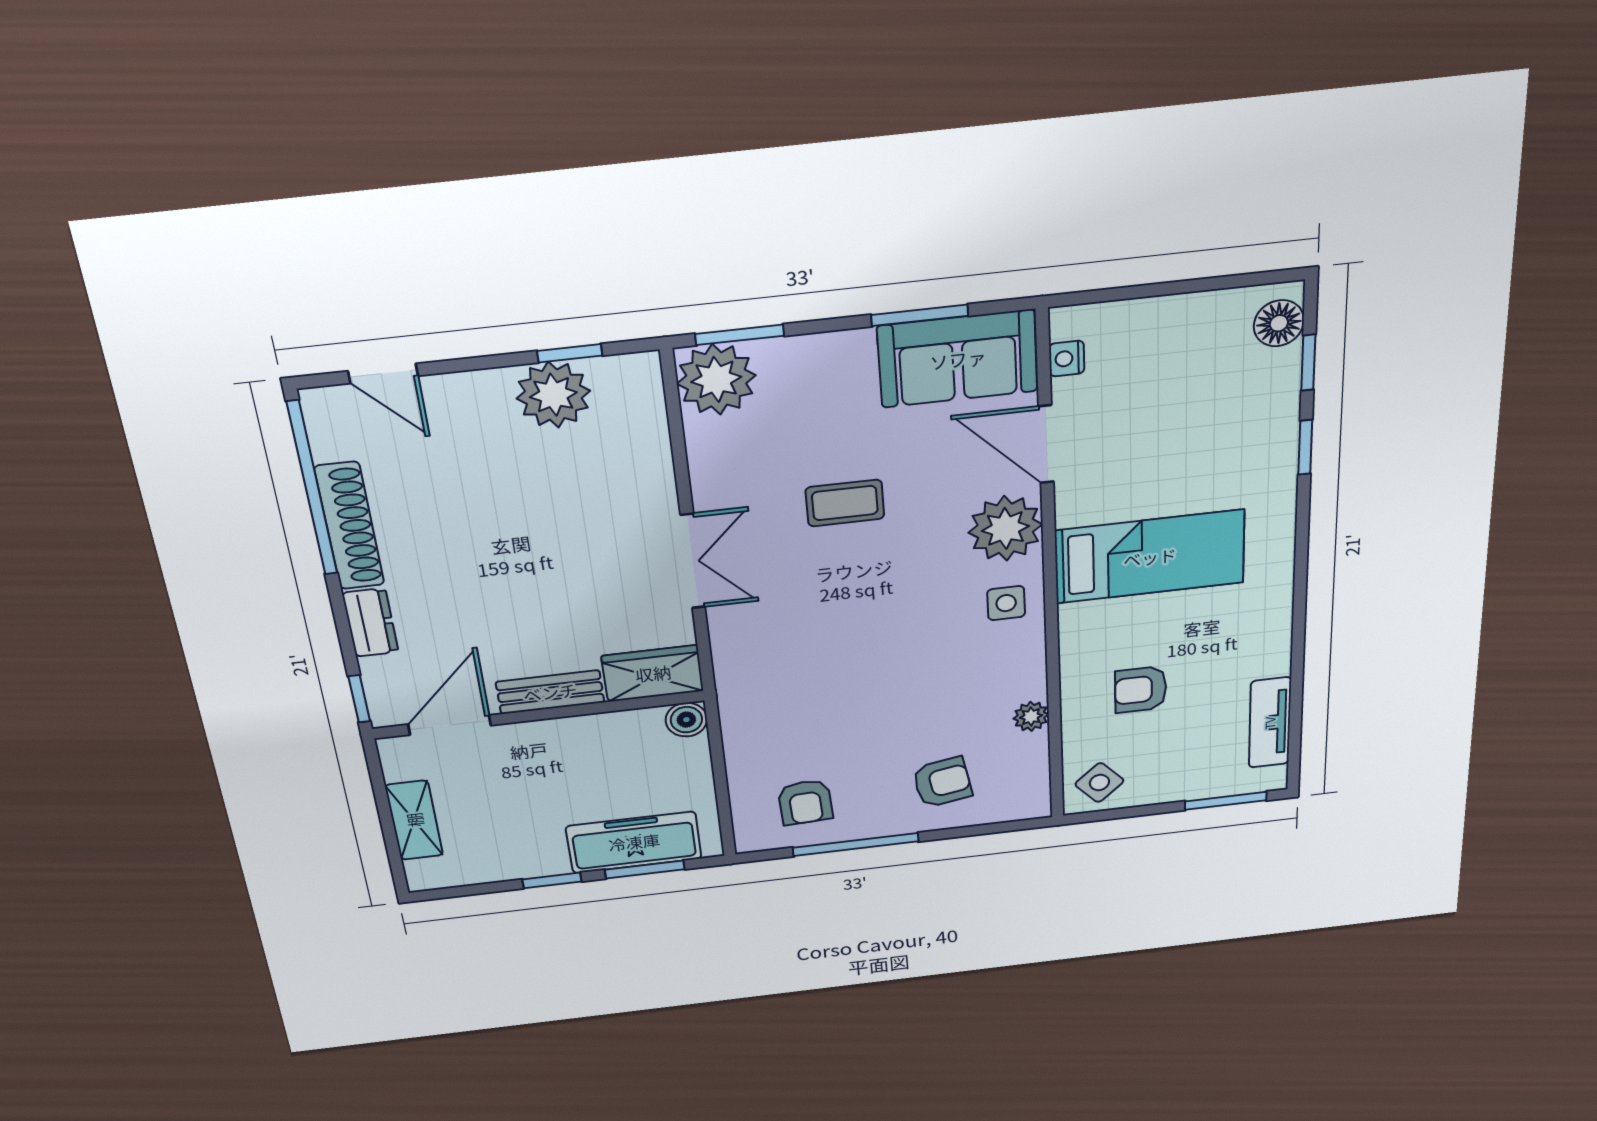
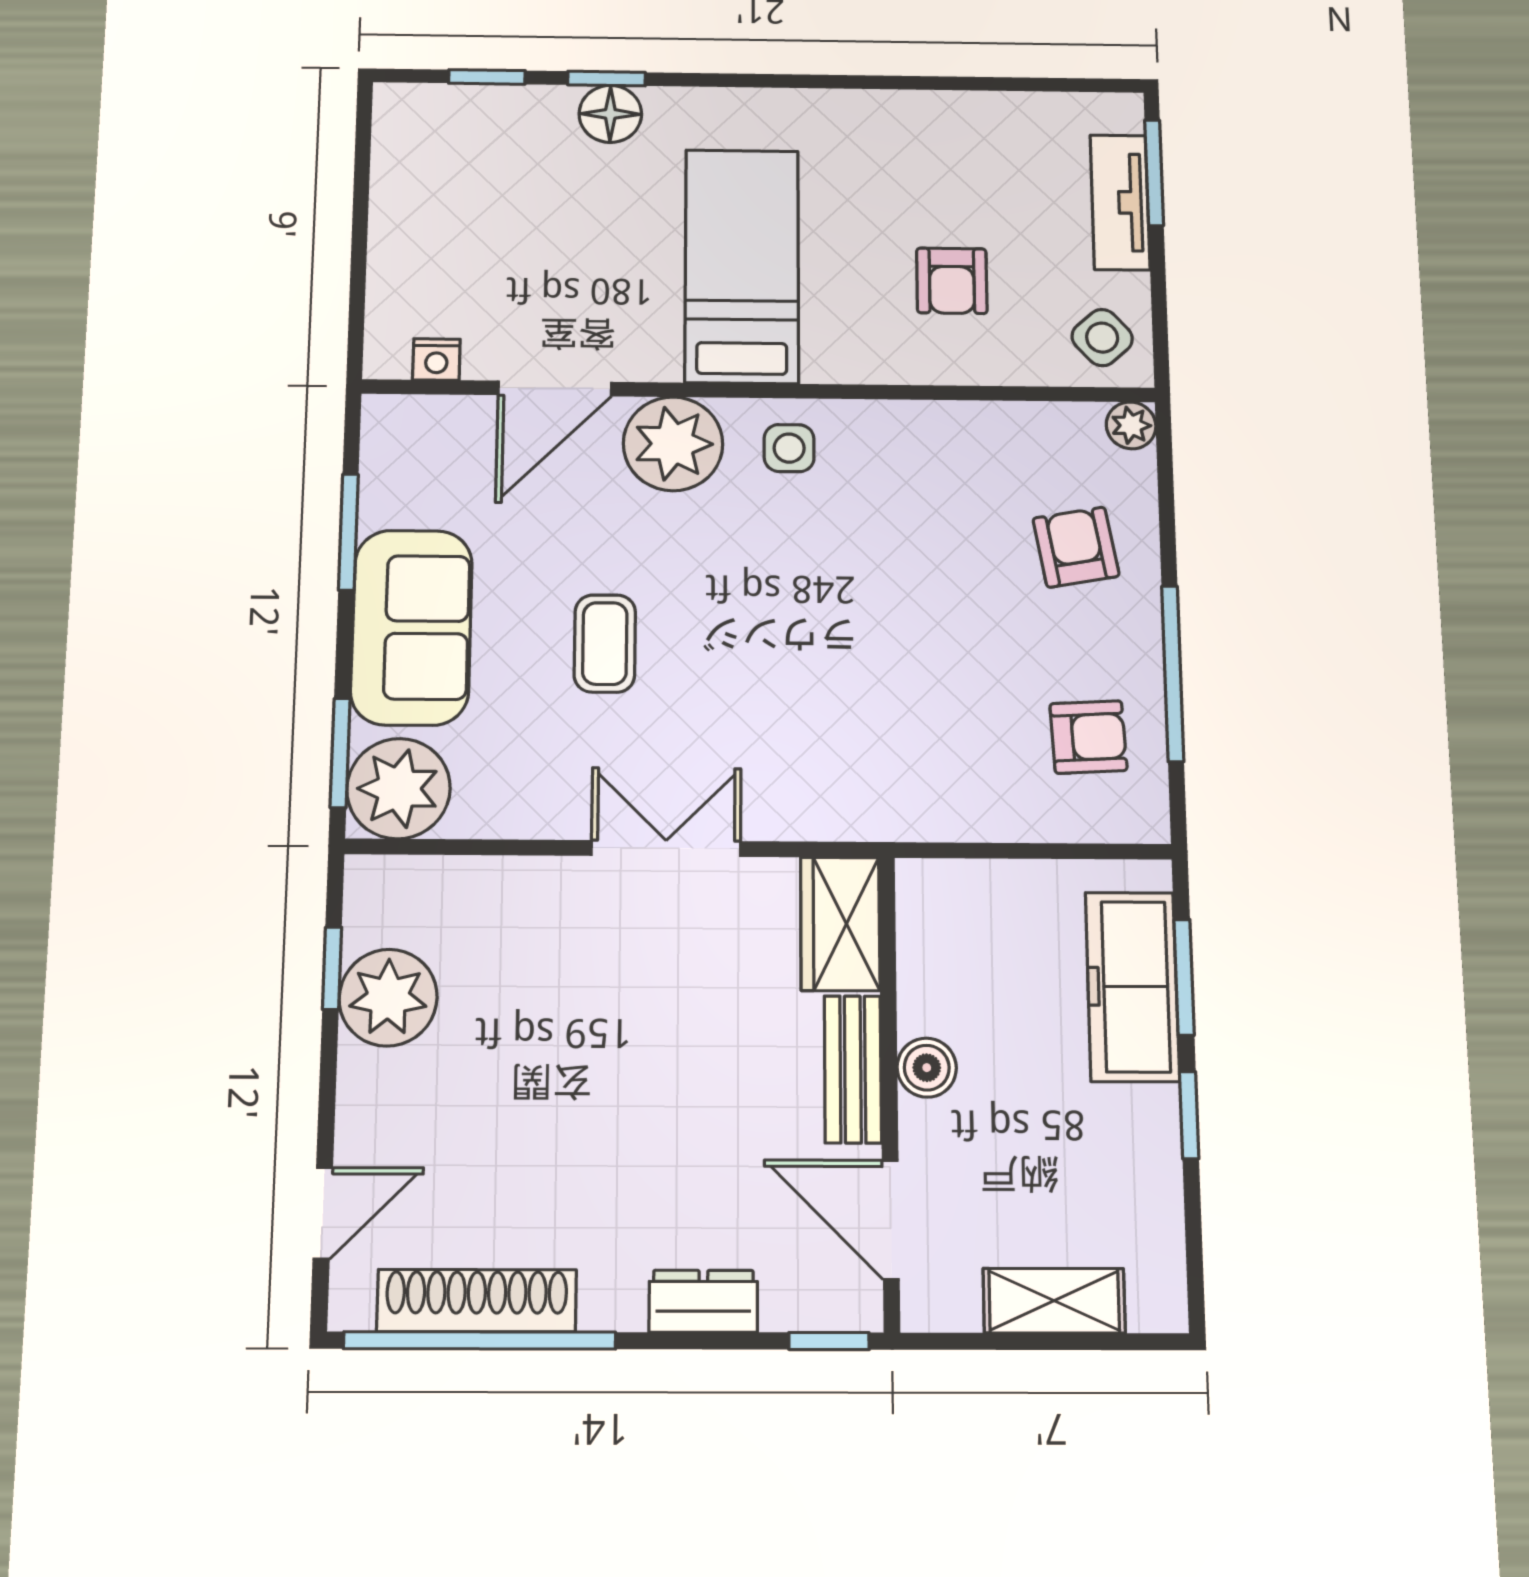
floor lamp: (1279, 323) -> (610, 114), moved
sofa: (958, 359) -> (412, 627), moved
shoe rack: (350, 526) -> (477, 1301), moved
plant: (1031, 717) -> (1131, 425), moved
boiler: (686, 720) -> (927, 1068), moved
tv unit: (1270, 723) -> (1120, 202), moved, turned 90

